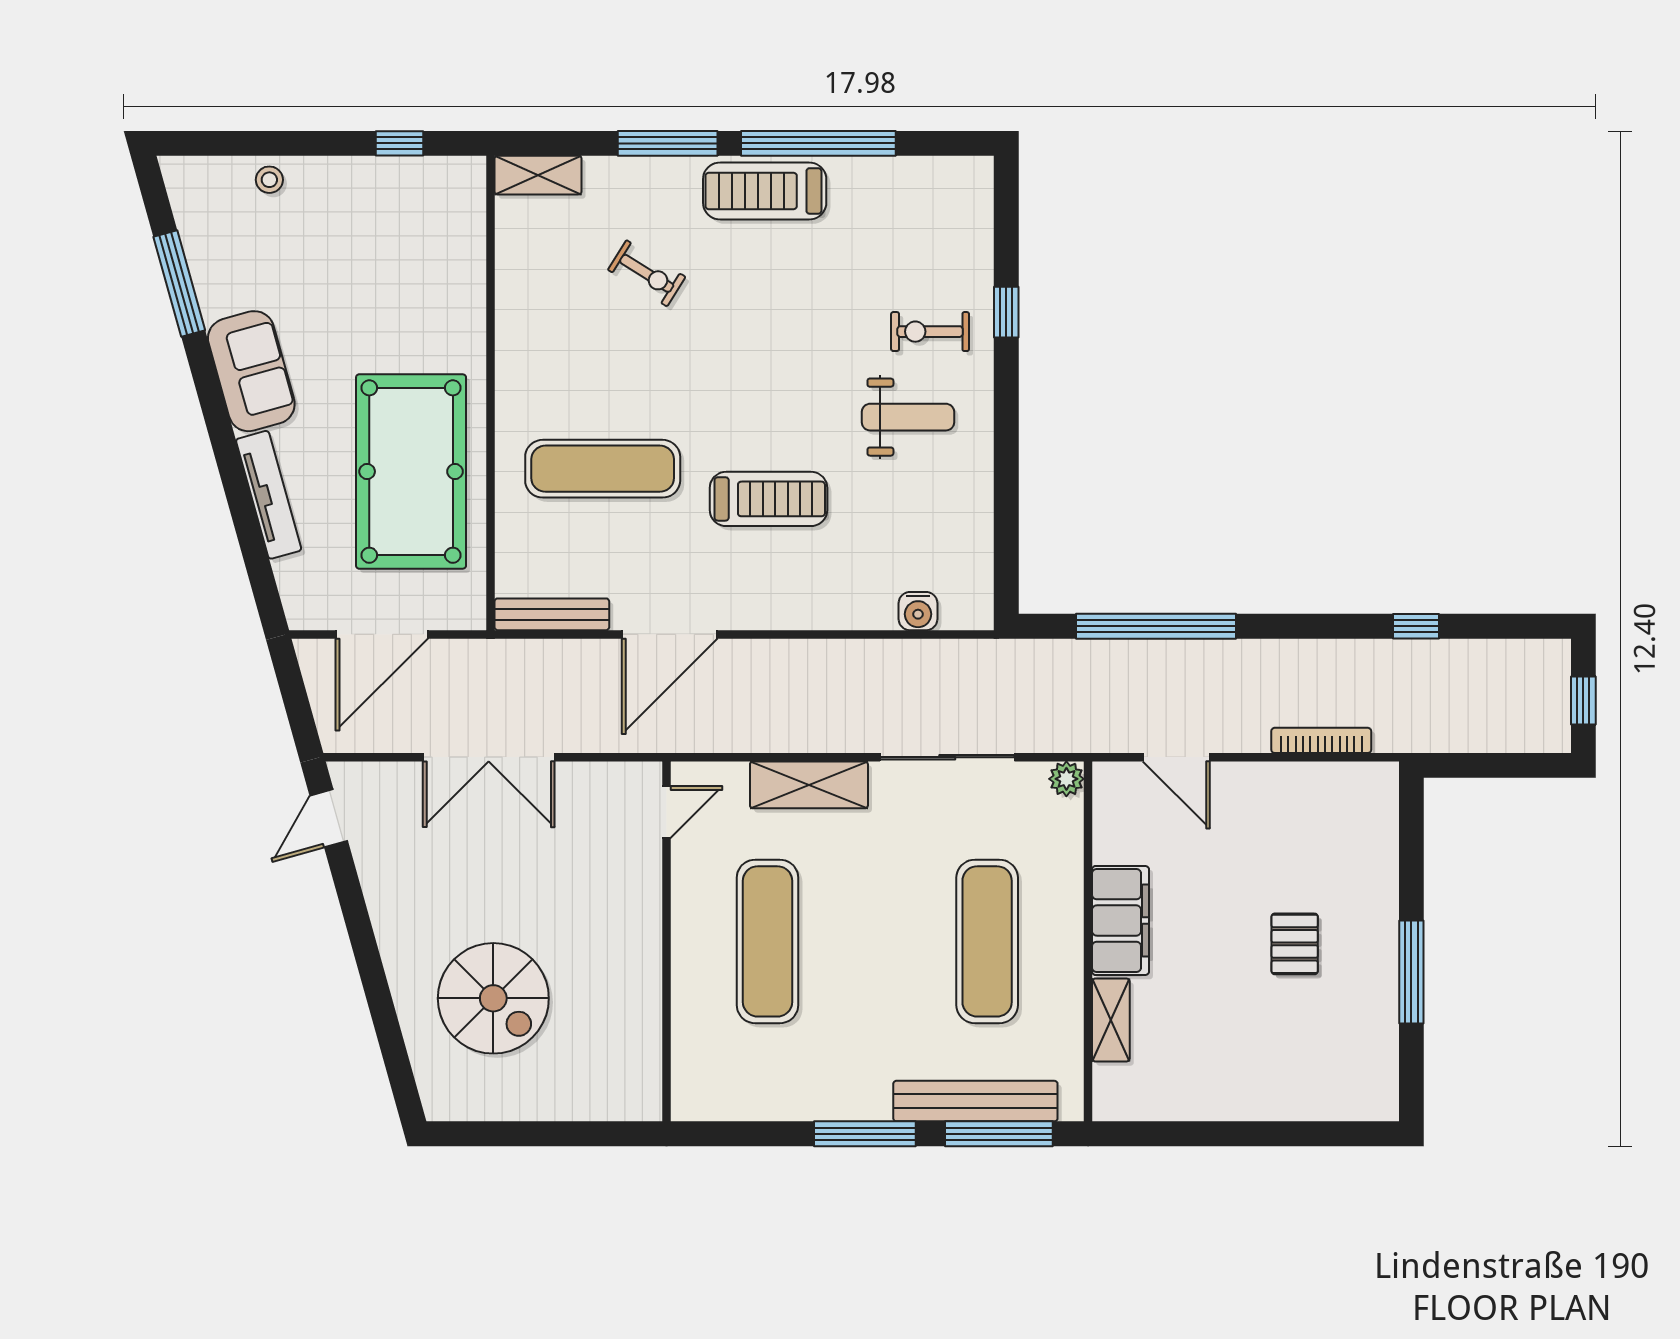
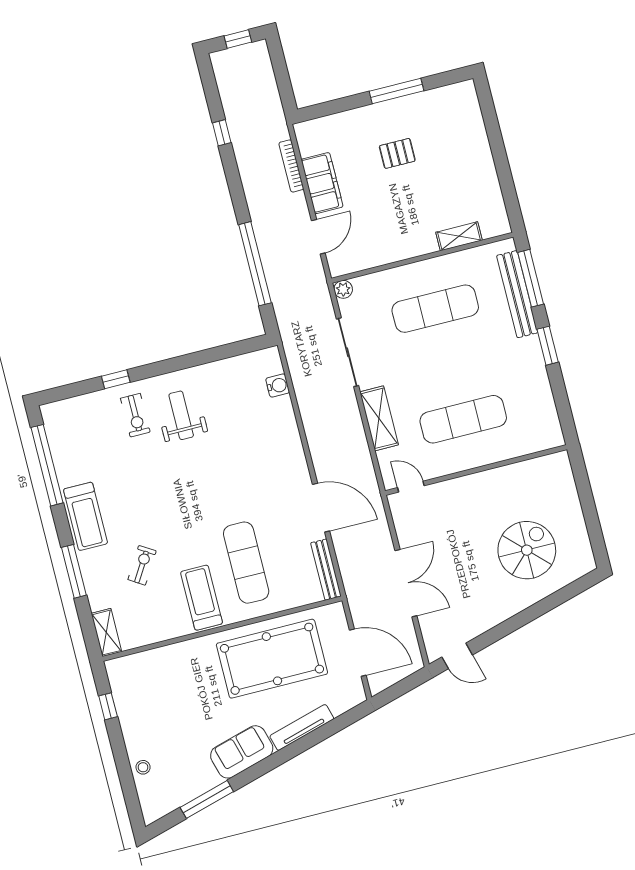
window: (818, 143) -> (47, 465), moved
treadmill: (769, 499) -> (202, 598), moved
filing cabinet: (1120, 920) -> (322, 183), moved, turned 90
window: (865, 1134) -> (548, 346), width x0.69

